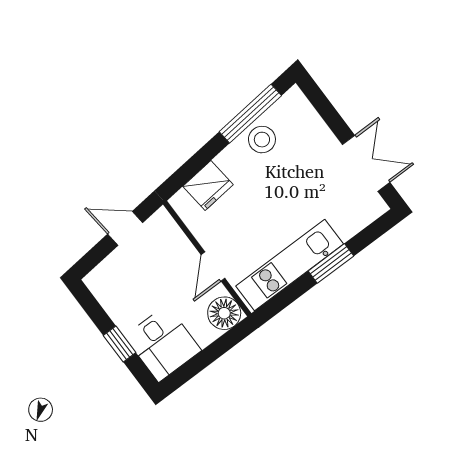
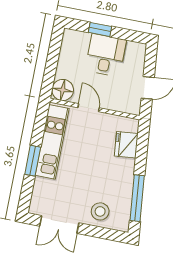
stool: (262, 140) -> (100, 211), moved
desk: (163, 343) -> (106, 55), moved, turned 90

